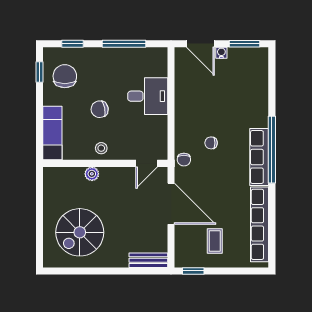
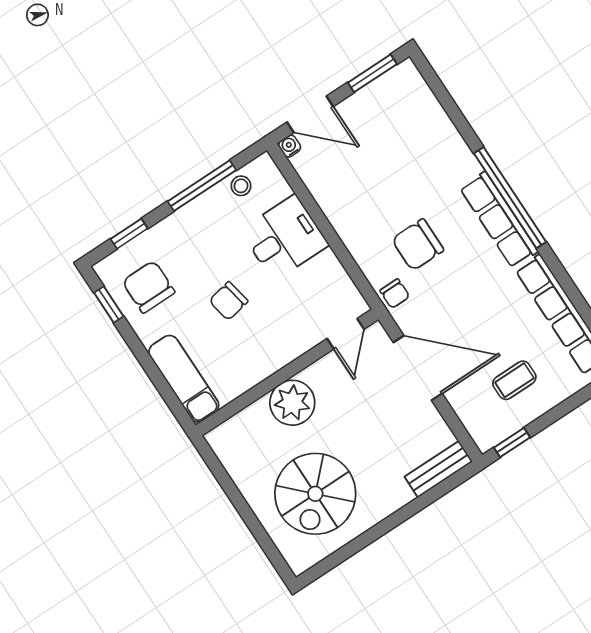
water cooler: (221, 53) -> (290, 146), moved
chair: (211, 143) -> (418, 245), width x1.87, depth x1.87
stool: (101, 148) -> (241, 186), moved
plant: (92, 174) -> (292, 403), width x1.88, depth x1.88
coffee table: (215, 241) -> (514, 380), turned 90

